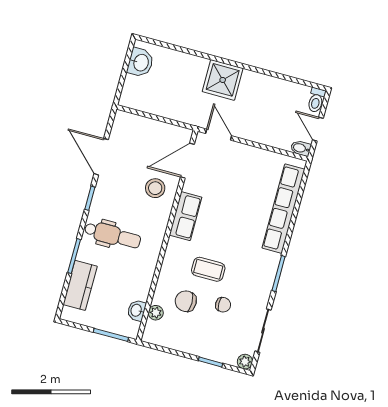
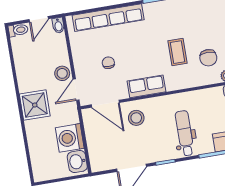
washbasin: (140, 62) -> (77, 162), moved, turned -90
washing machine: (167, 102) -> (70, 138), added
stool: (244, 128) -> (62, 73), added
chair: (223, 305) -> (108, 63), moved

